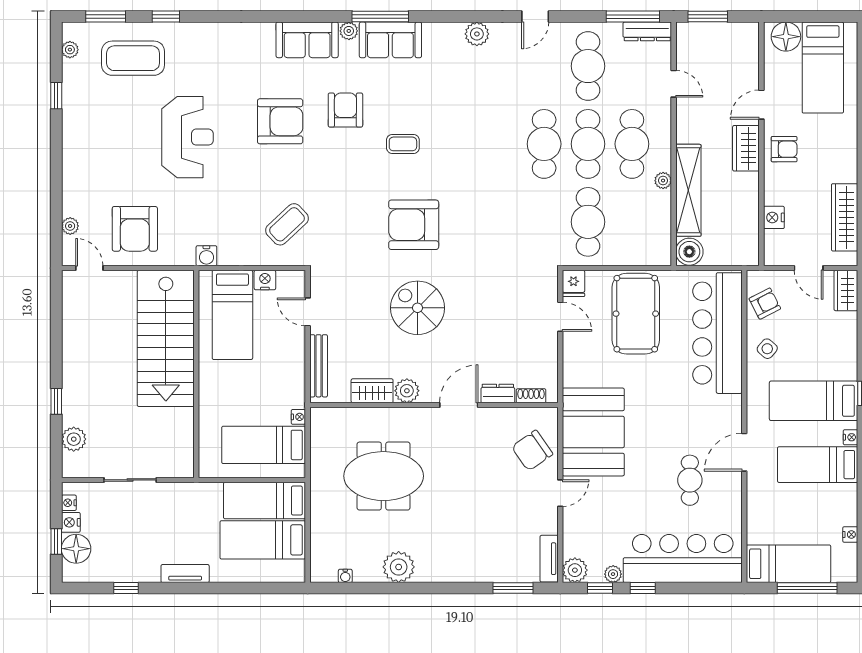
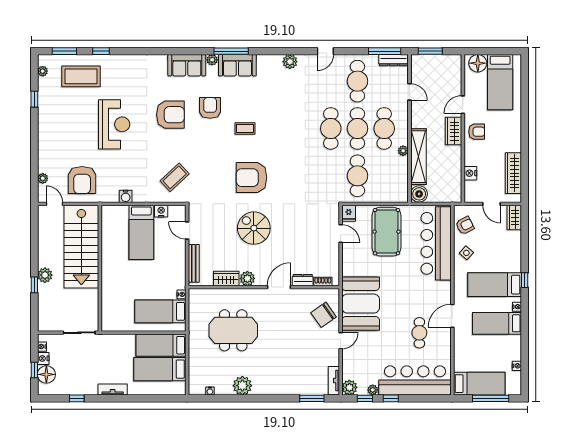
stairs: (166, 338) -> (81, 247), moved
wall: (196, 374) -> (100, 268), moved
plant: (74, 439) -> (45, 275), moved

